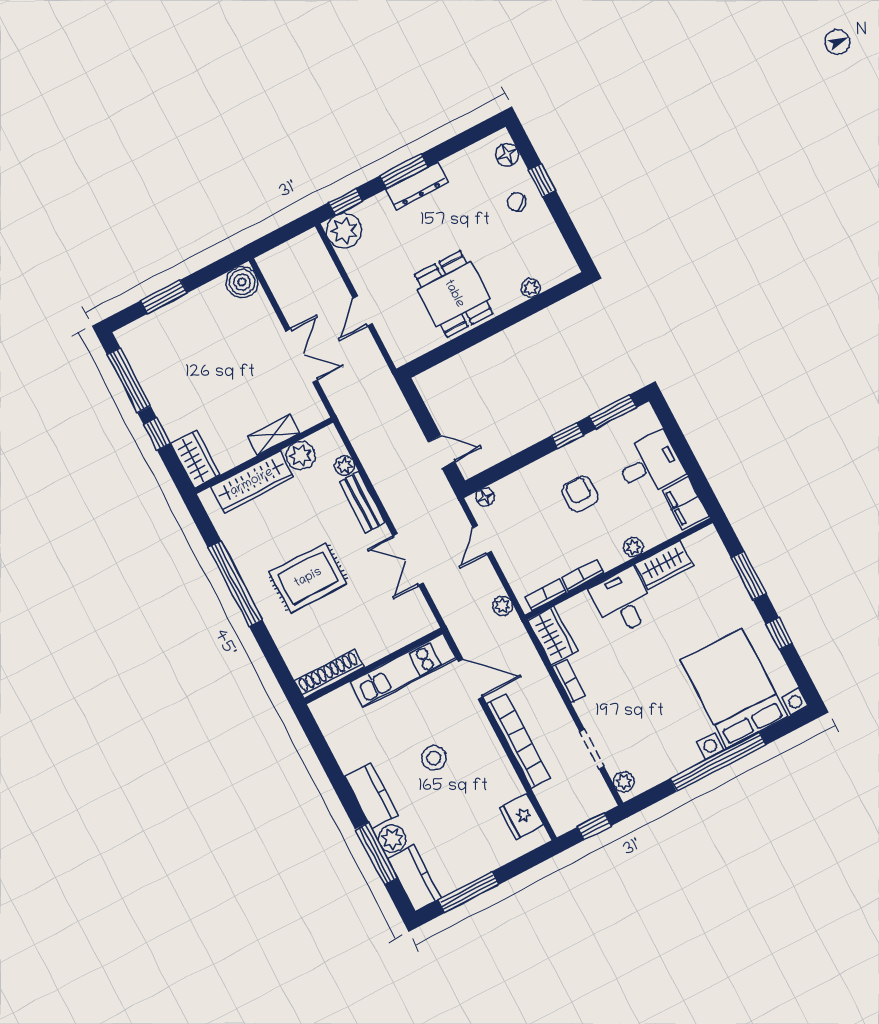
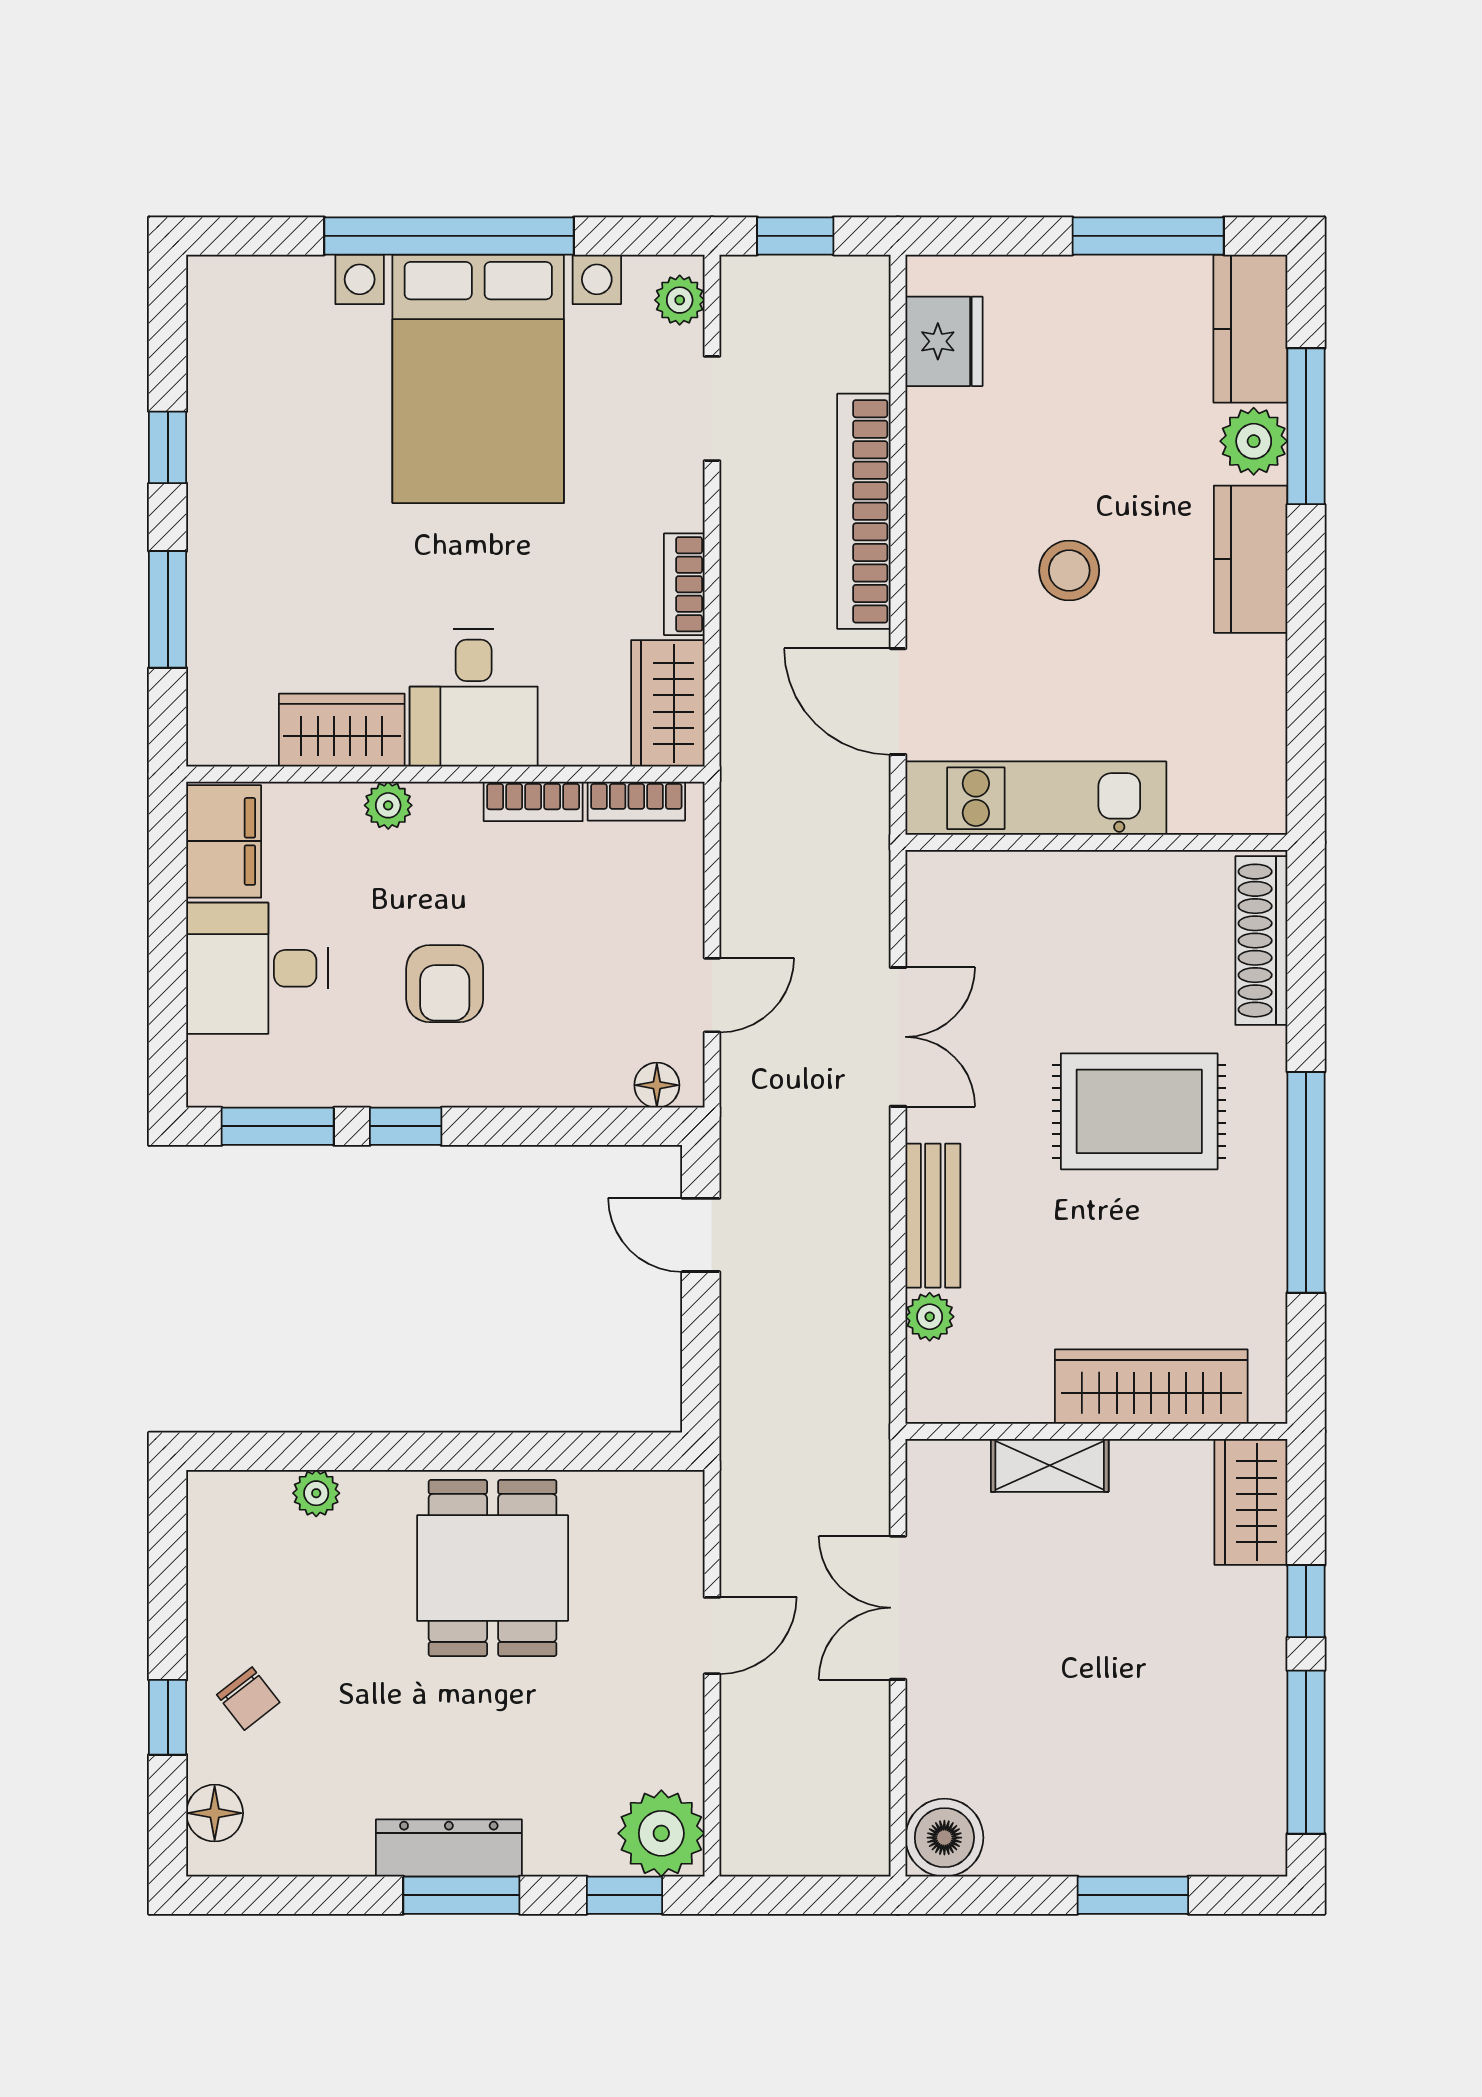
plant: (301, 456) -> (1015, 1389), removed
plant: (502, 606) -> (744, 826), removed
shoe rack: (329, 674) -> (1261, 941), moved, turned 90
bed with nightstands: (734, 688) -> (478, 379), moved

